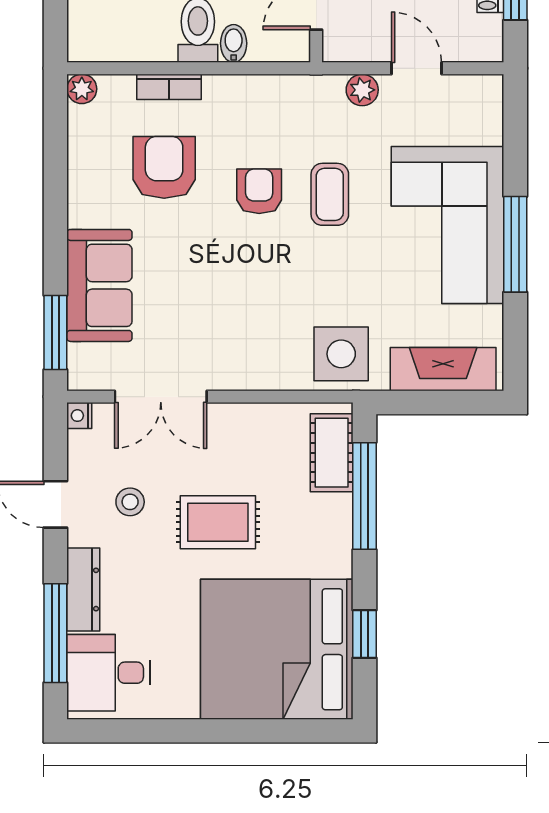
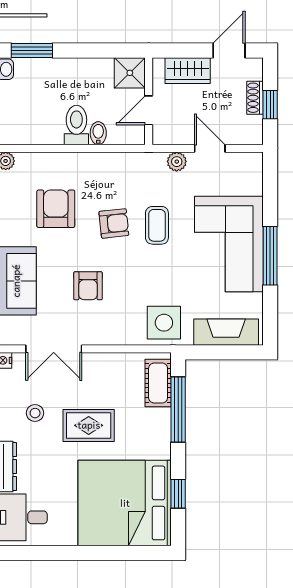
bookcase: (169, 87) -> (59, 160), removed
armchair: (259, 191) -> (114, 223), turned 84
armchair: (217, 293) -> (88, 286), added

